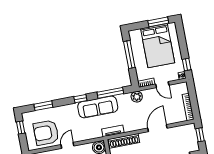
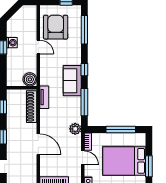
door: (162, 85) -> (83, 158), swing flipped
window: (43, 106) -> (84, 30), width x1.44
sofa: (98, 107) -> (72, 81), width x0.73

